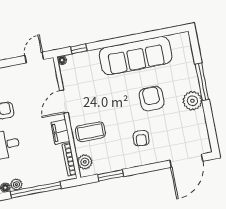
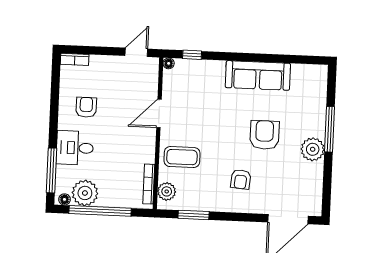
sofa: (136, 56) -> (258, 75), width x0.74, depth x0.79
filing cabinet: (60, 132) -> (146, 149), removed
plant: (16, 185) -> (85, 193), width x1.88, depth x1.88

